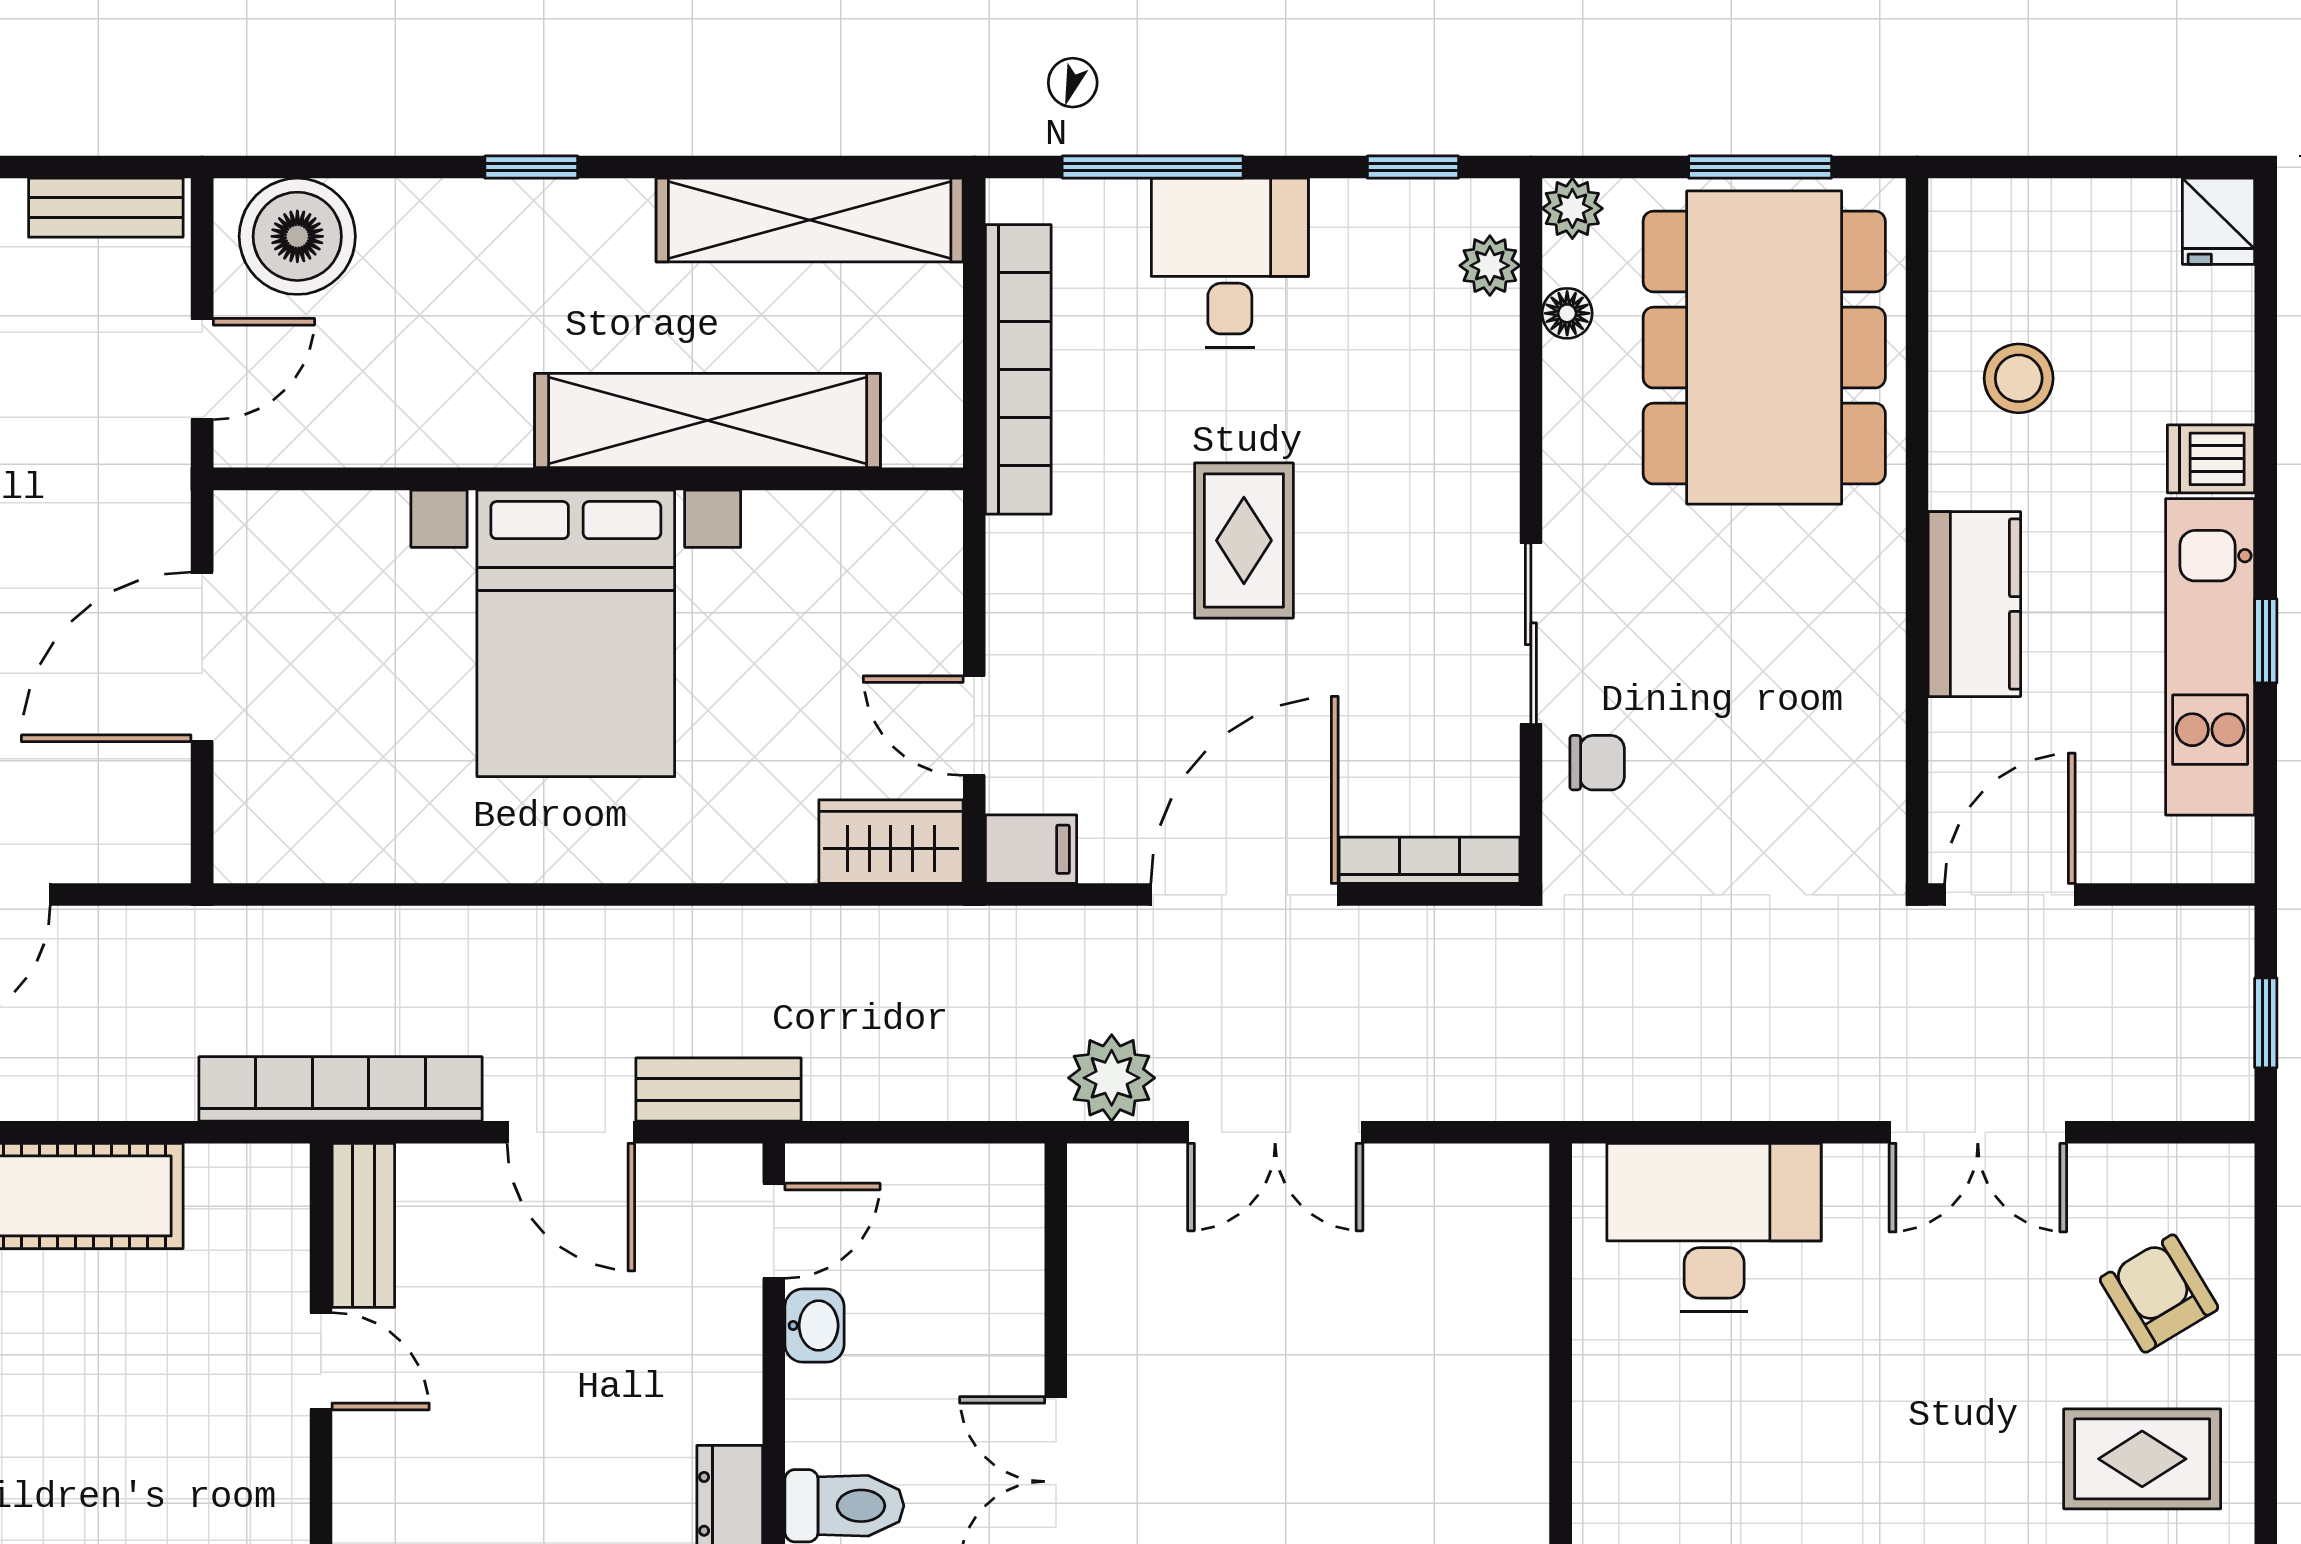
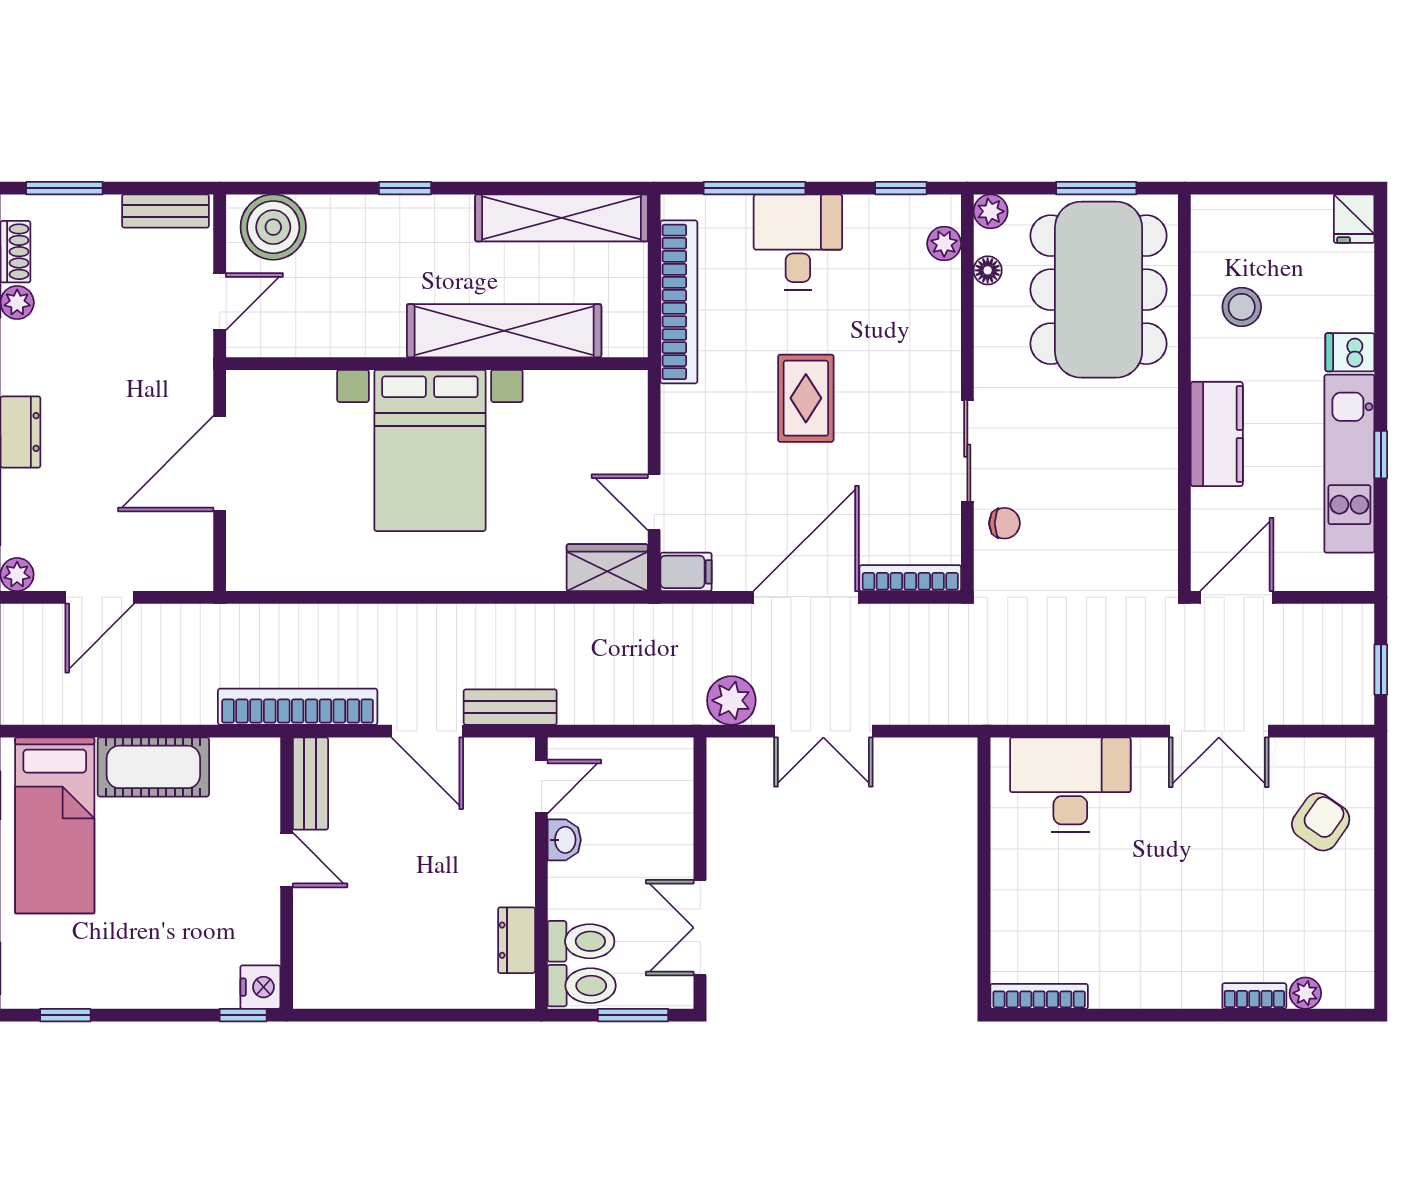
armchair: (2159, 1294) -> (1321, 822), turned 66
rug: (2142, 1459) -> (1311, 915), removed

